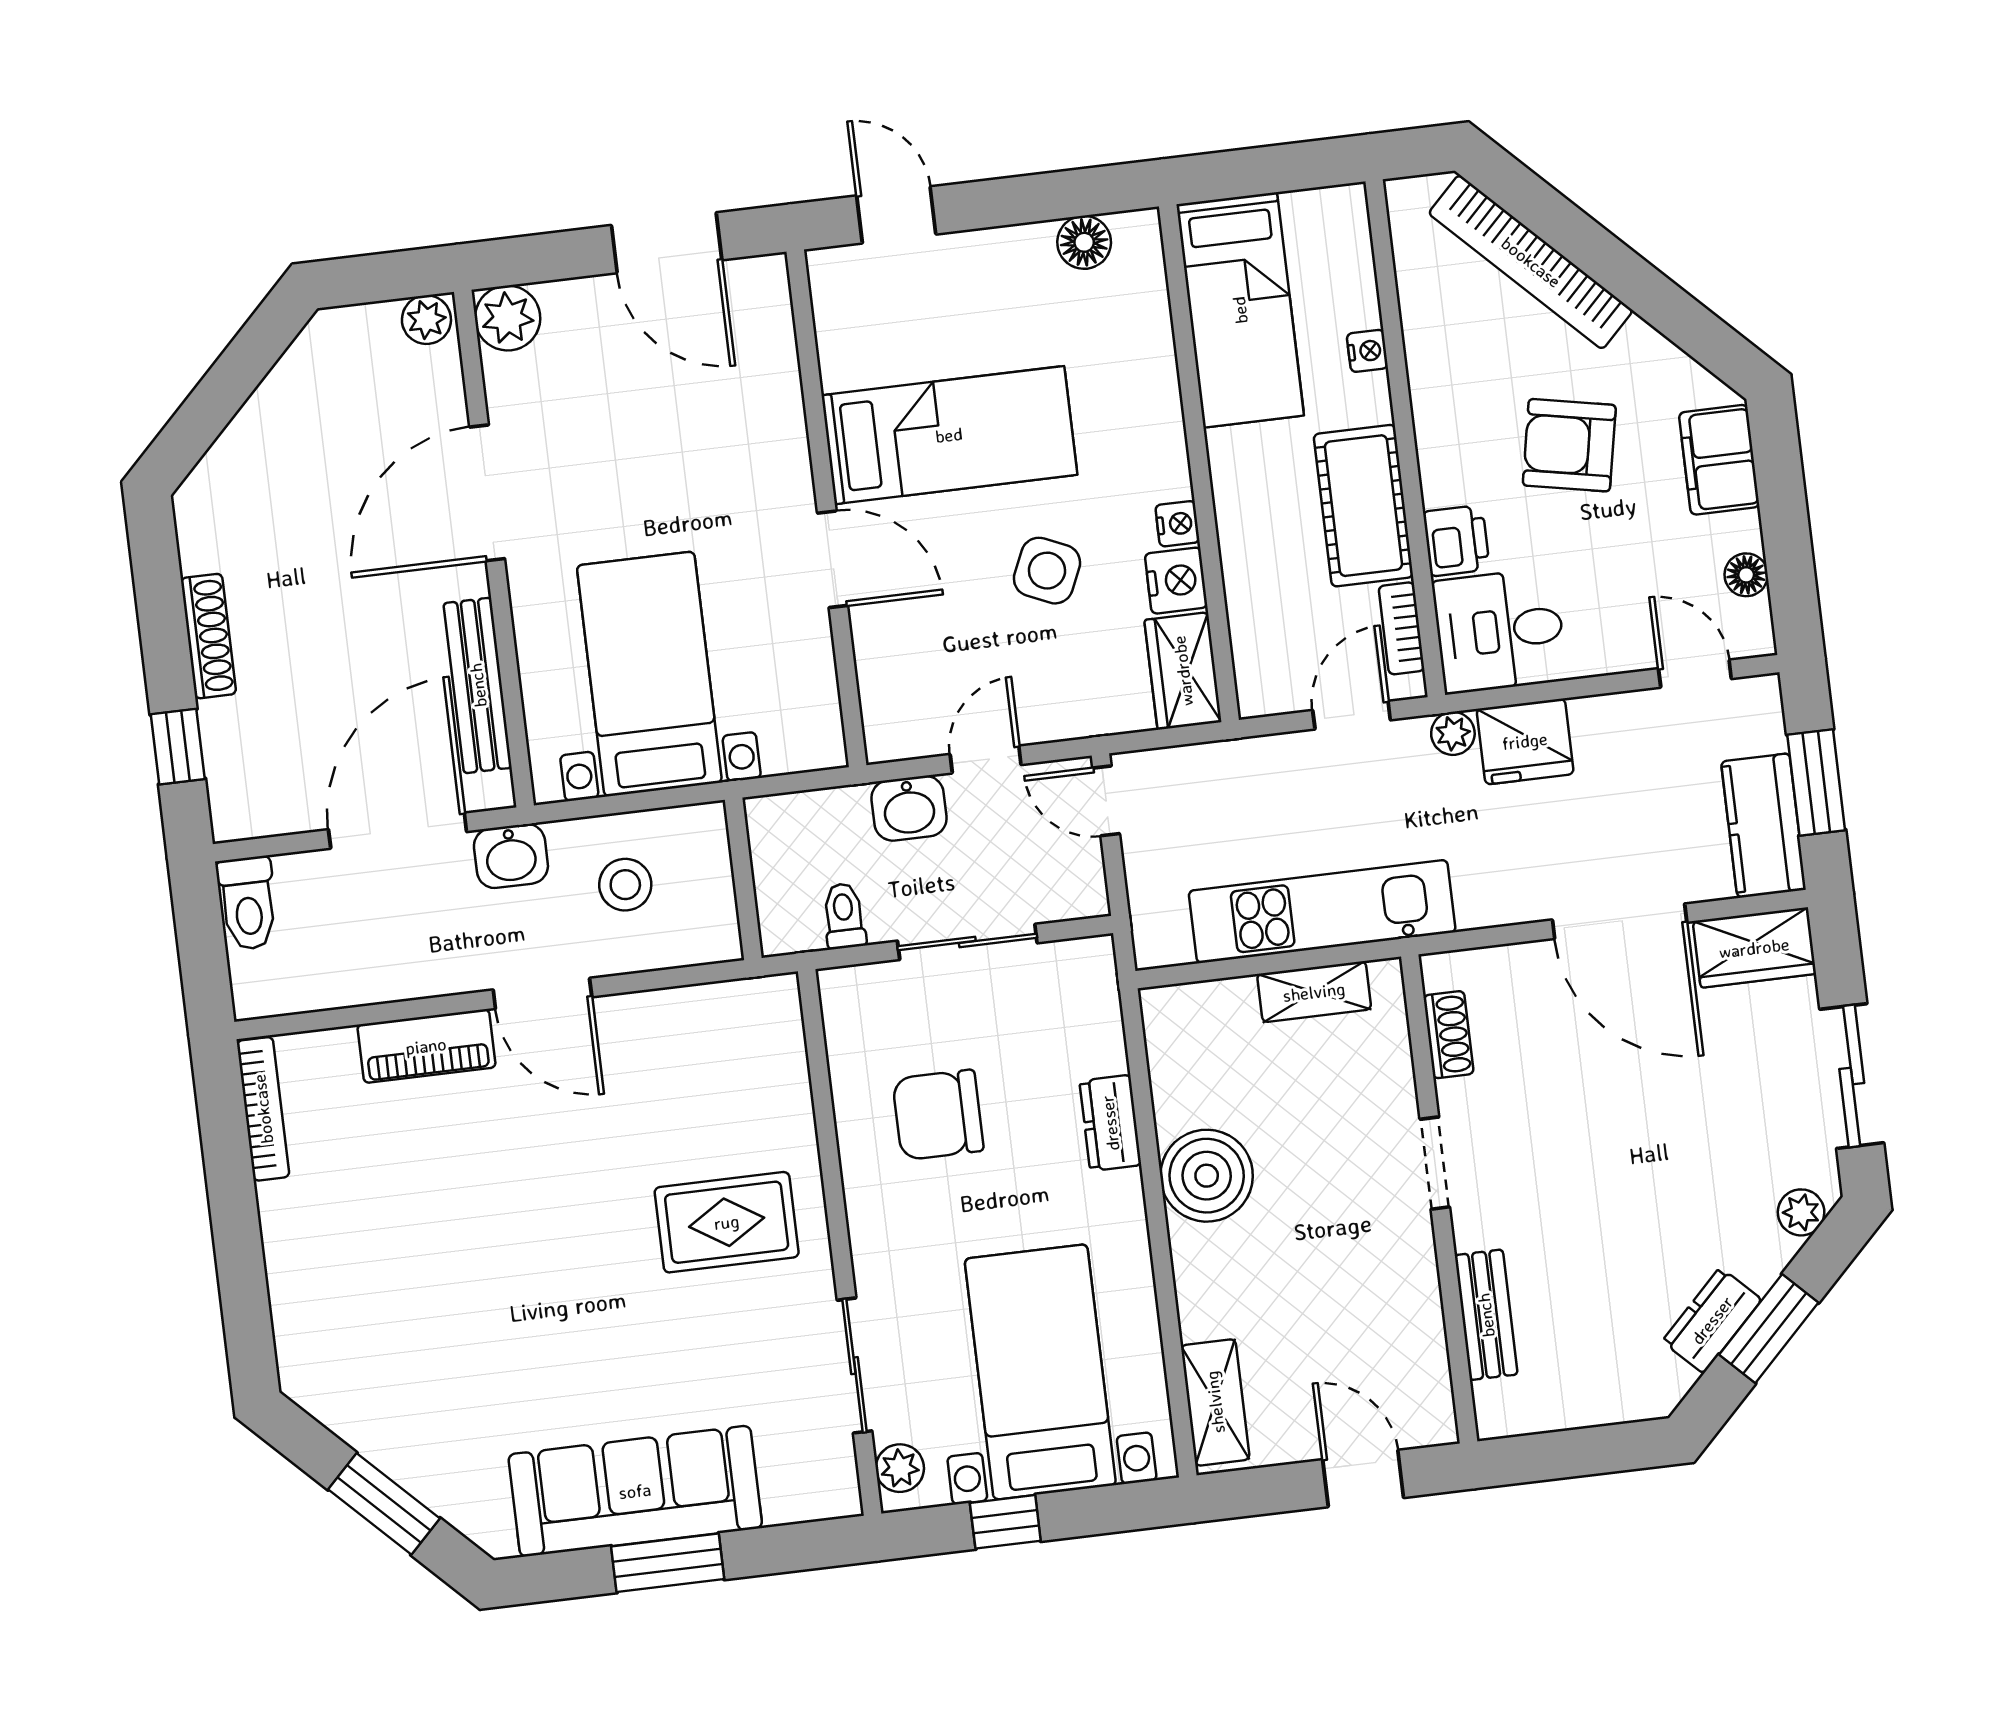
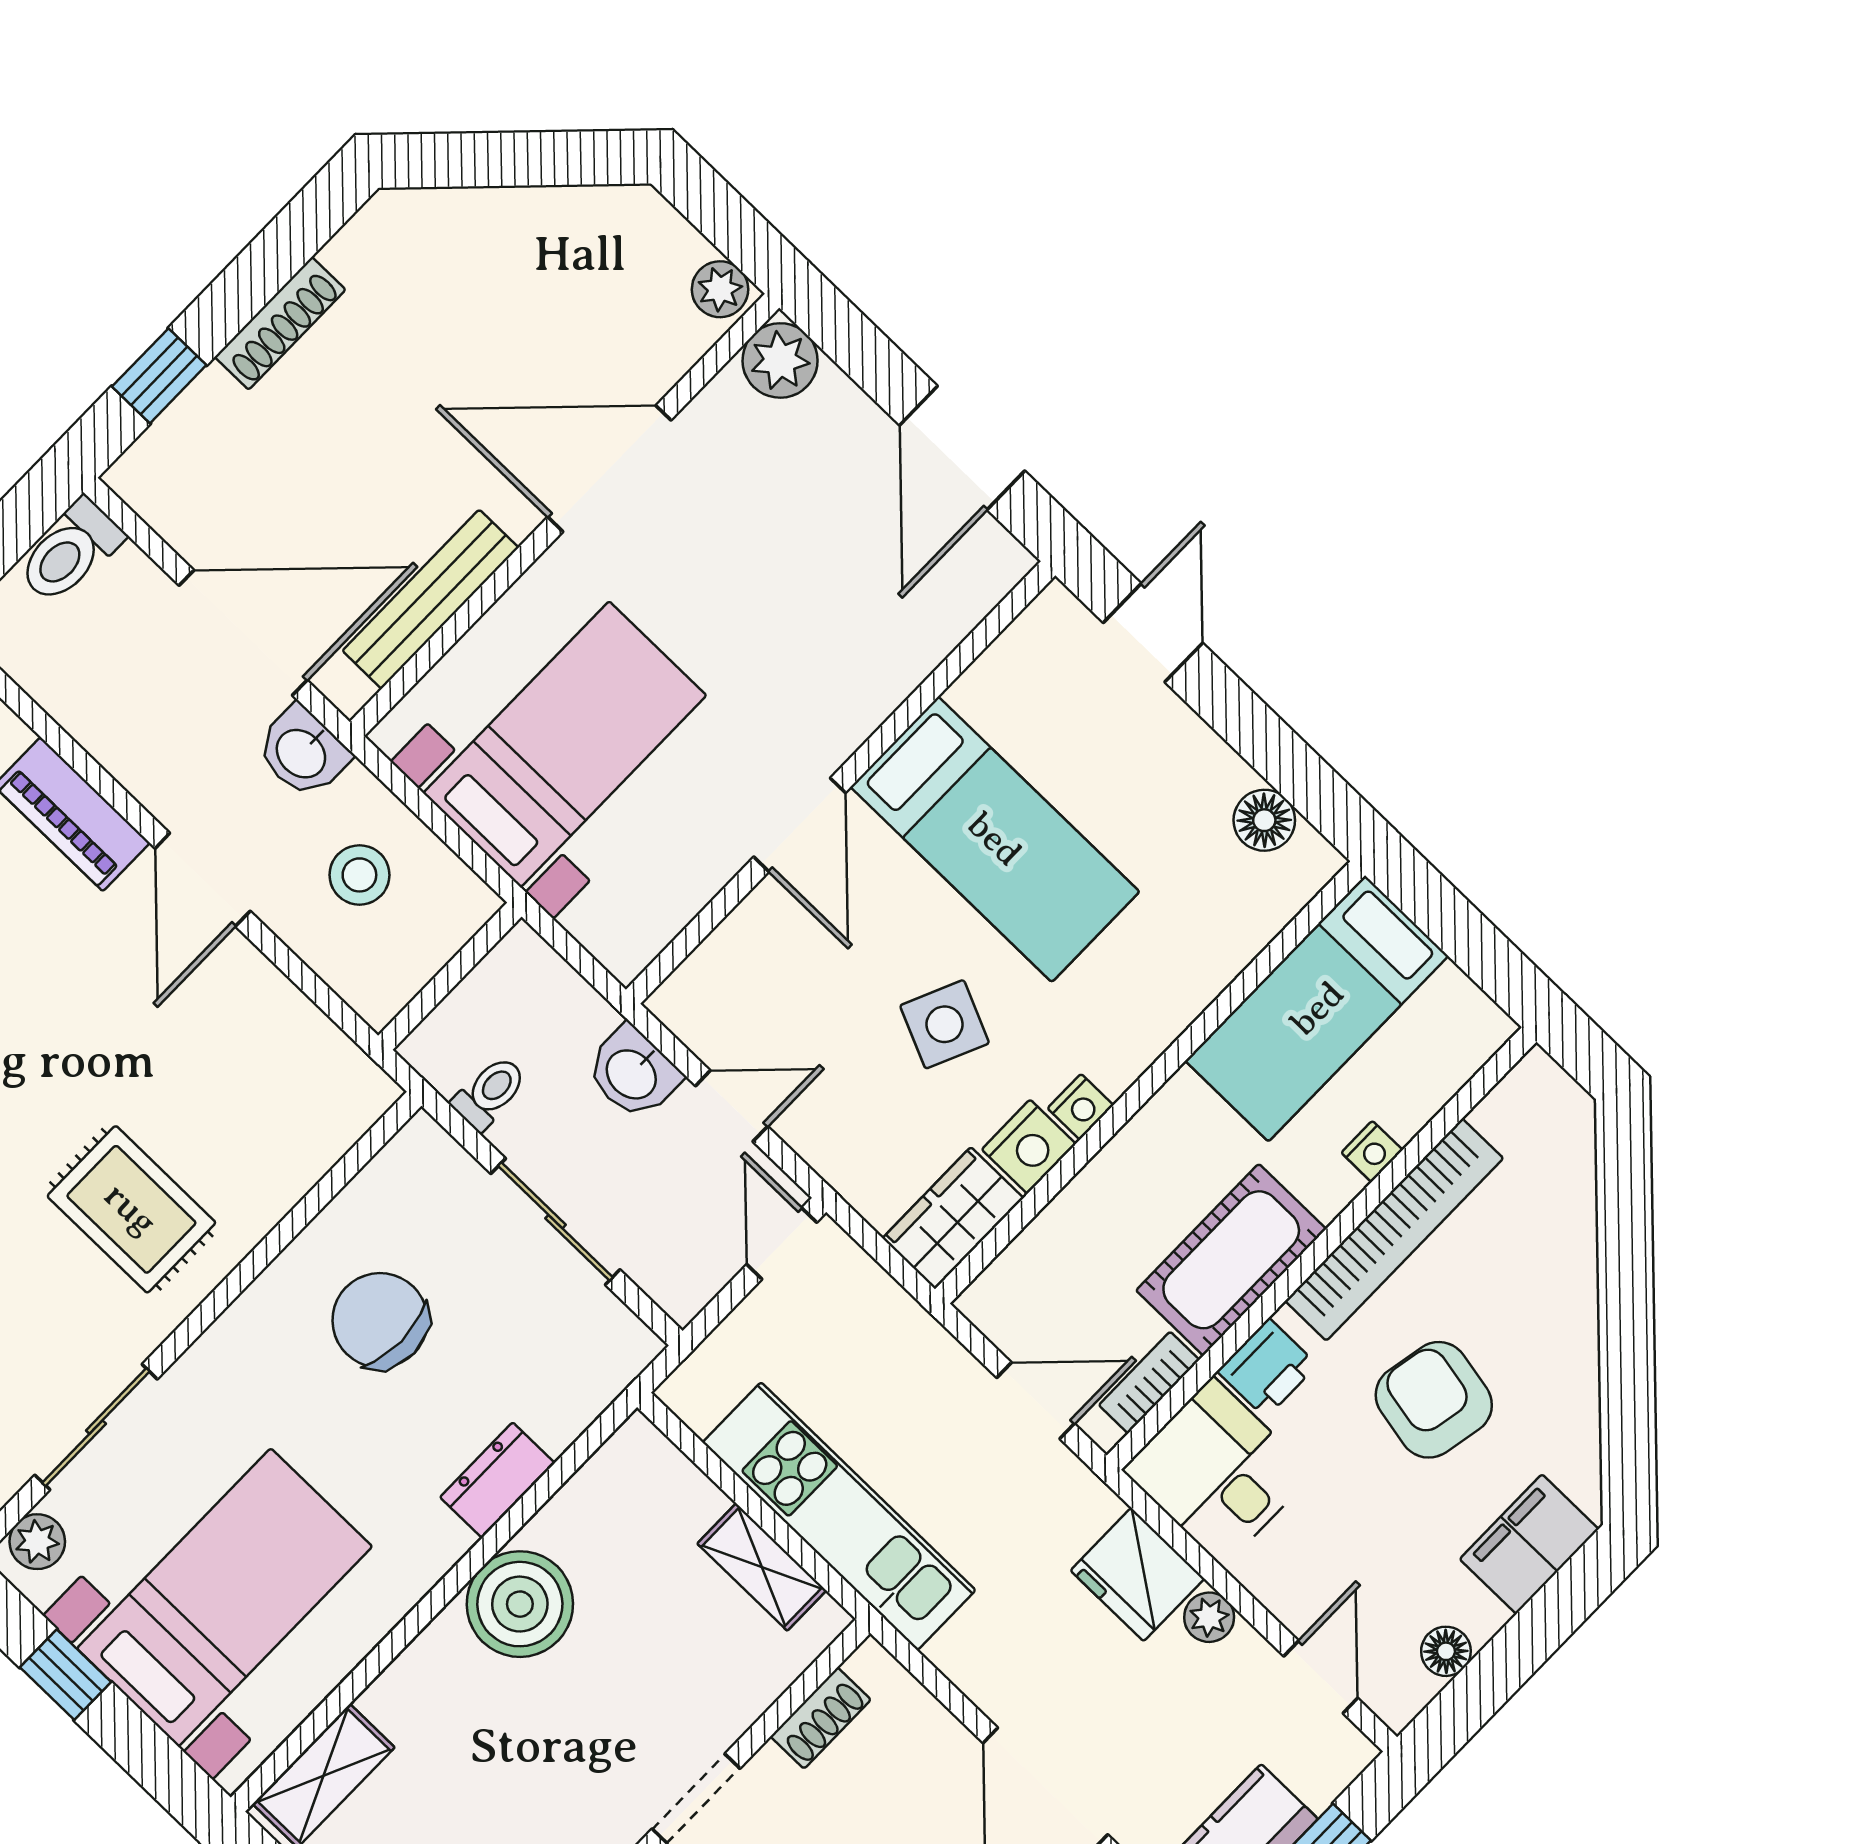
bookcase: (1531, 262) -> (1394, 1229), moved, turned -135
plant: (1453, 733) -> (1209, 1617), moved

